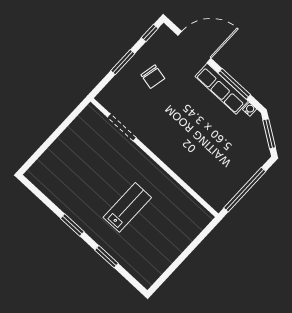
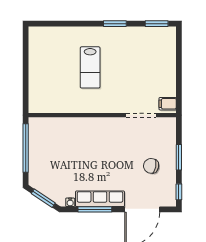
filing cabinet: (90, 116) -> (168, 104), added
window: (106, 257) -> (157, 24), moved

